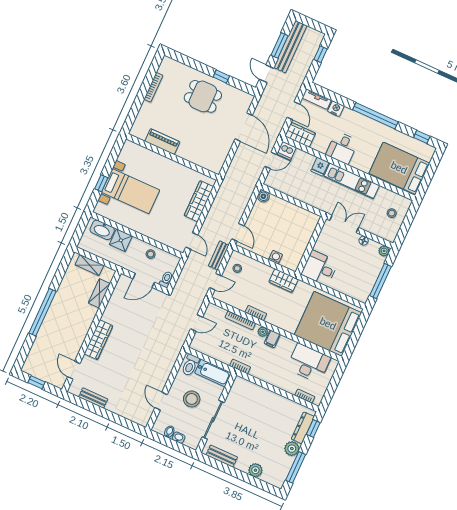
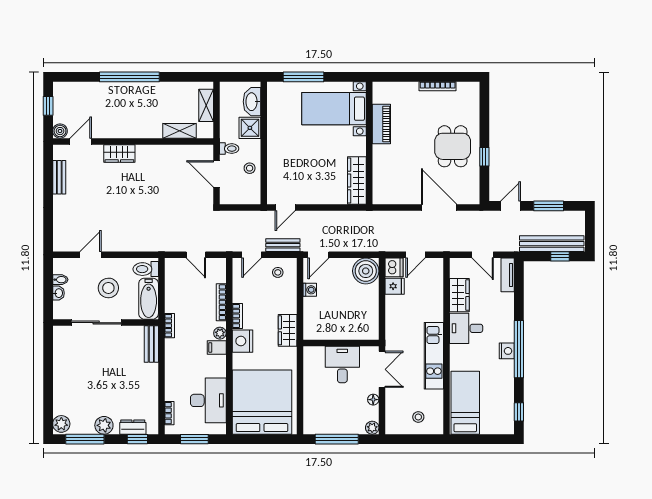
bench: (290, 47) -> (552, 244), moved
nightstand: (336, 109) -> (507, 351), moved
door: (293, 111) -> (483, 255), hinge flipped
door: (244, 127) -> (439, 208), swing flipped
wardrobe: (300, 135) -> (459, 295), moved
dishwasher: (286, 151) -> (394, 267), moved, turned 180
door: (271, 160) -> (416, 255), hinge flipped
fridge: (320, 167) -> (395, 286), moved, turned 180
bed: (399, 168) -> (465, 403), width x0.67
window: (101, 183) -> (304, 77), width x2.17
bed with nightstands: (131, 191) -> (334, 109), moved, turned 90
boiler: (263, 196) -> (366, 271), width x1.86, depth x1.86
wardrobe: (199, 201) -> (357, 180), moved, turned -90
washing machine: (276, 257) -> (310, 290), moved
desk: (320, 268) -> (342, 364), moved
toilet: (166, 279) -> (229, 149), moved
door: (215, 282) -> (252, 255), hinge flipped
nightstand: (276, 318) -> (242, 341), added
wardrobe: (98, 340) -> (119, 154), width x0.67
boiler: (59, 382) -> (60, 131), added
window: (332, 386) -> (194, 439), added
dresser: (303, 428) -> (133, 427), width x0.70
bench: (222, 456) -> (151, 344), moved
plant: (255, 470) -> (61, 424), moved

